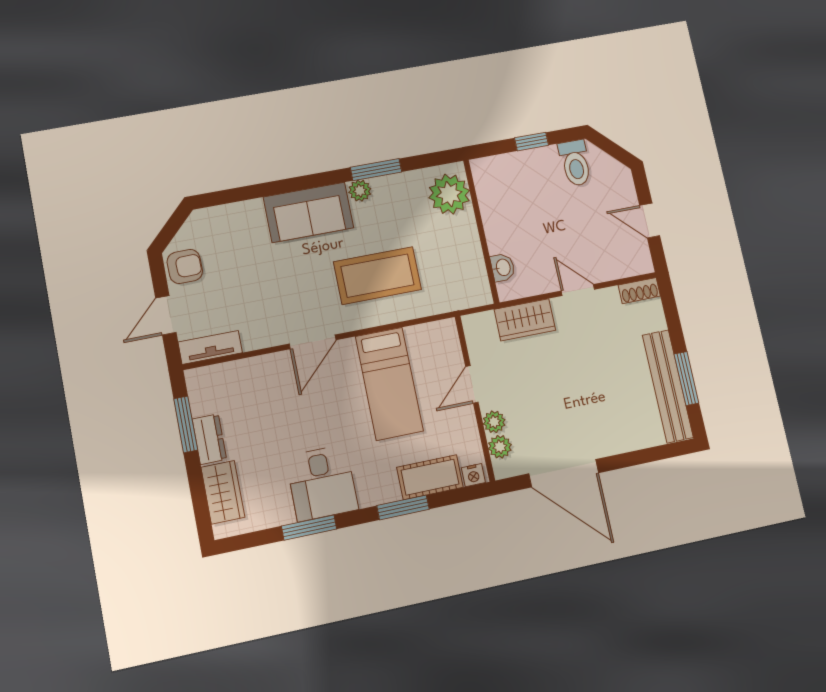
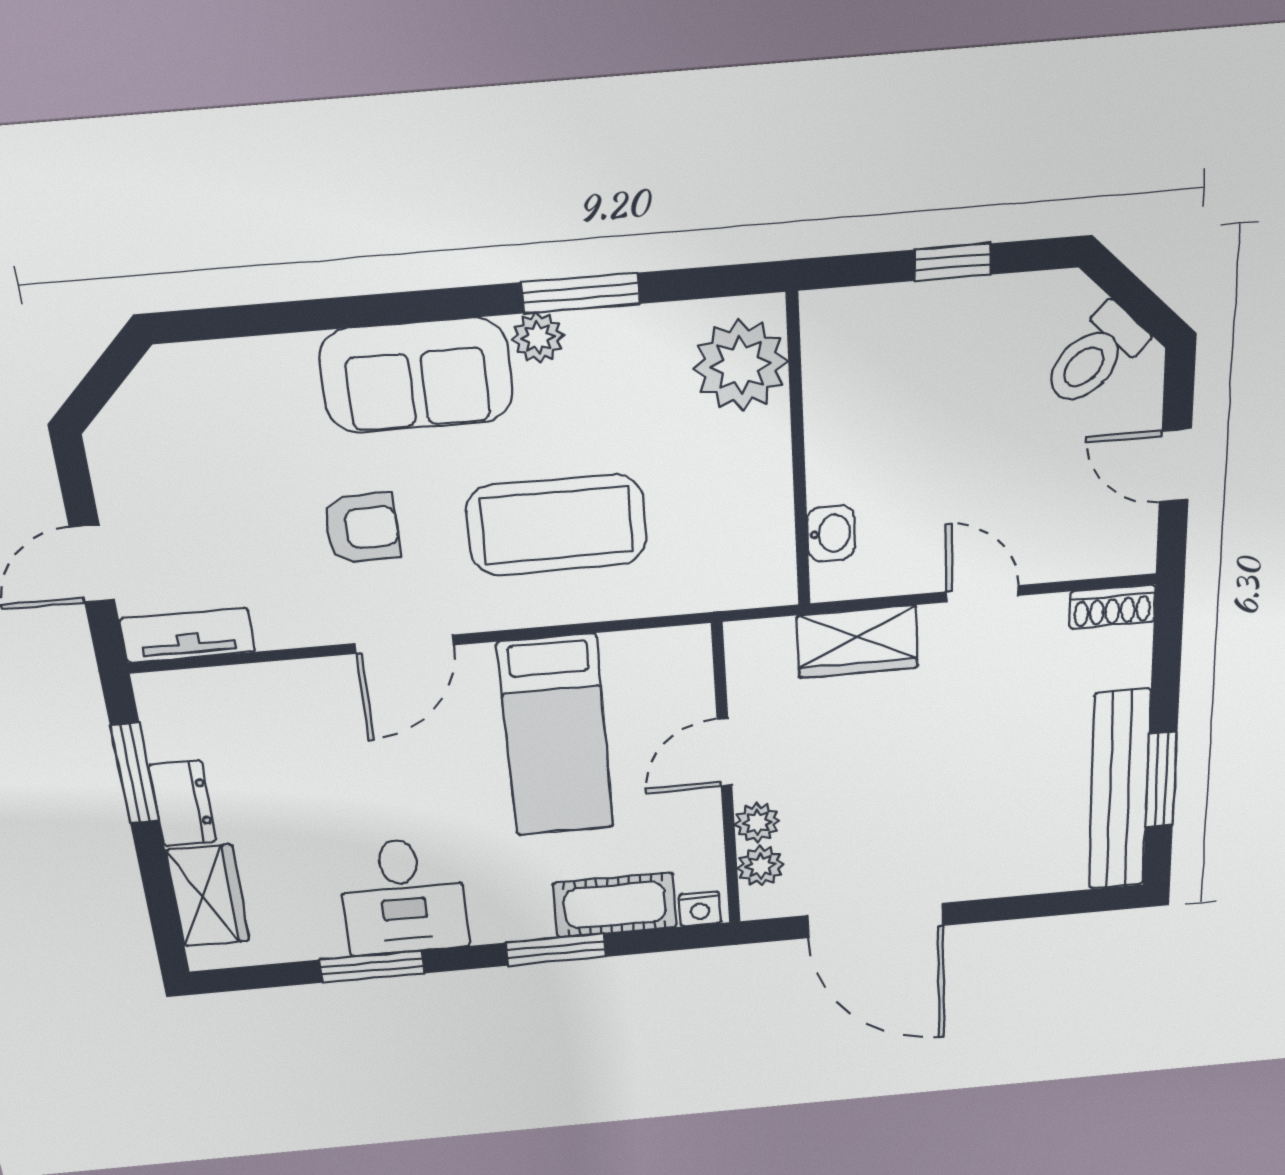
toilet: (575, 163) -> (1094, 356), moved, turned 45
armchair: (185, 266) -> (362, 528), moved

